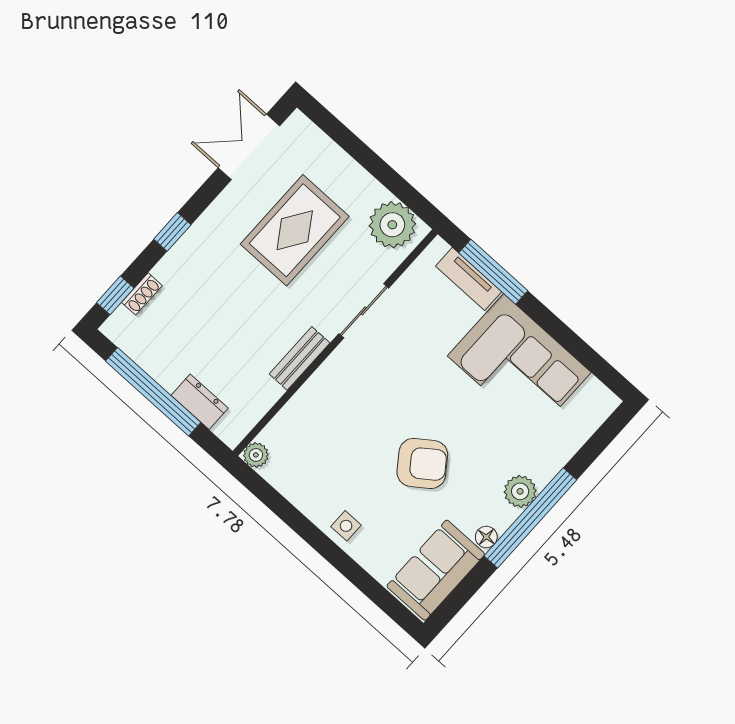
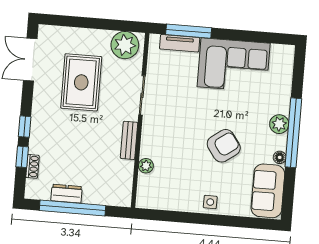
window: (115, 295) -> (22, 157), moved
dresser: (200, 402) -> (67, 194), moved
plant: (256, 455) -> (146, 166), moved

